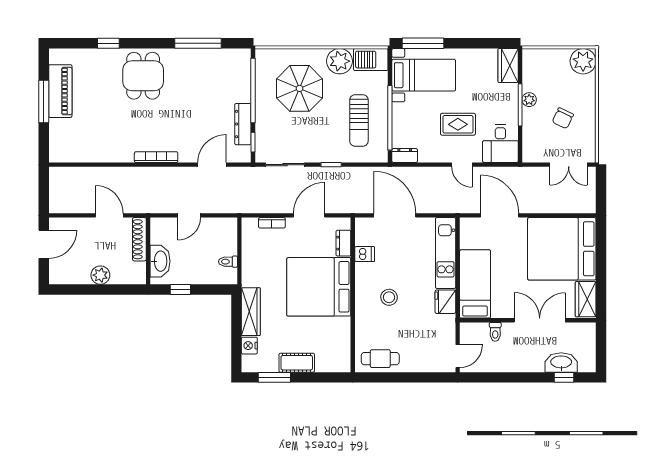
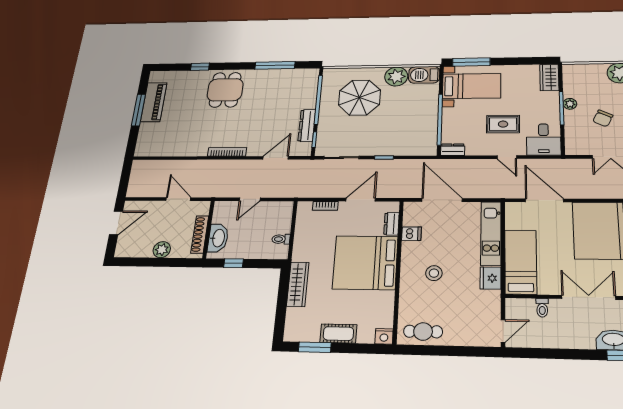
sun lounger: (359, 120) -> (411, 122), removed
shoe rack: (139, 239) -> (200, 234), moved
nightstand: (249, 346) -> (384, 336), moved, turned -90

